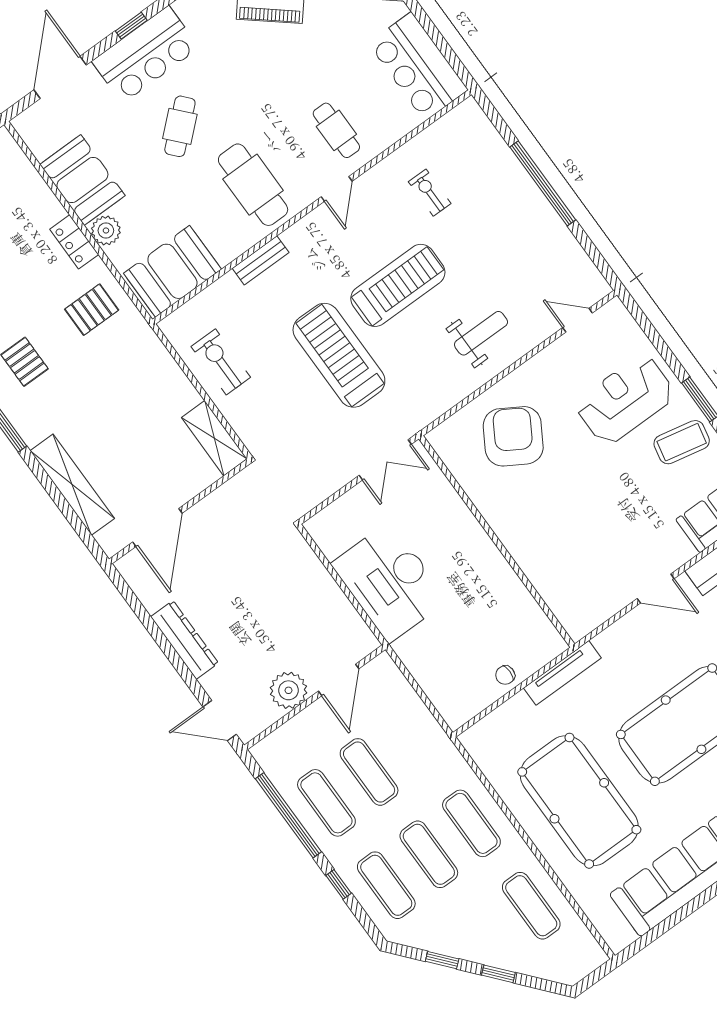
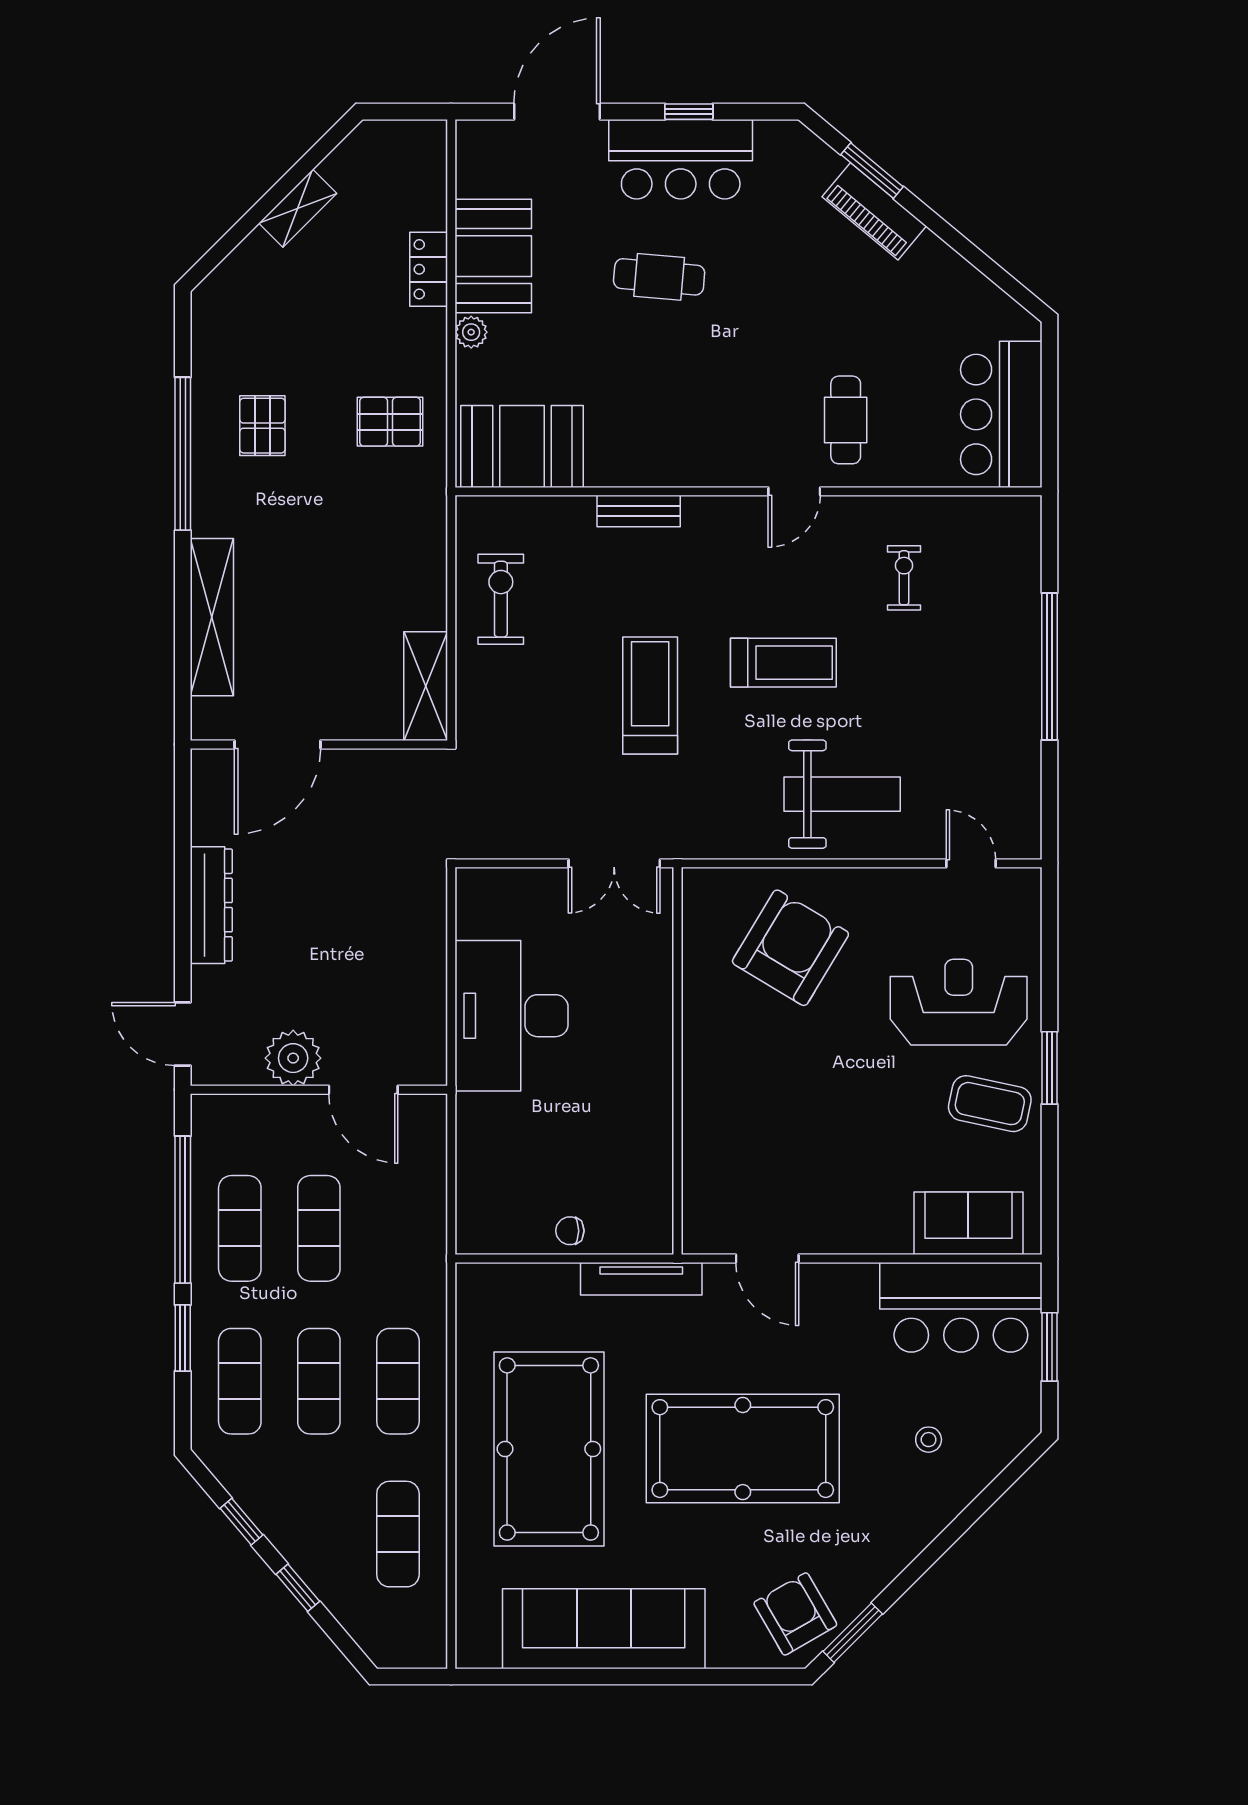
cafe table: (180, 126) -> (659, 277), turned 47
cafe table: (253, 185) -> (696, 412), removed
plant: (106, 231) -> (471, 332), width x0.73, depth x0.73
locker: (74, 242) -> (429, 269), moved
treadmill: (398, 285) -> (783, 663), width x0.73, depth x0.73
weight bench: (481, 333) -> (842, 794), width x1.36, depth x1.33
treadmill: (339, 355) -> (650, 696), width x0.73, depth x0.73
door: (656, 589) -> (767, 1258), moved
door: (339, 680) -> (363, 1090), hinge flipped
window: (339, 884) -> (183, 1338), width x1.50

